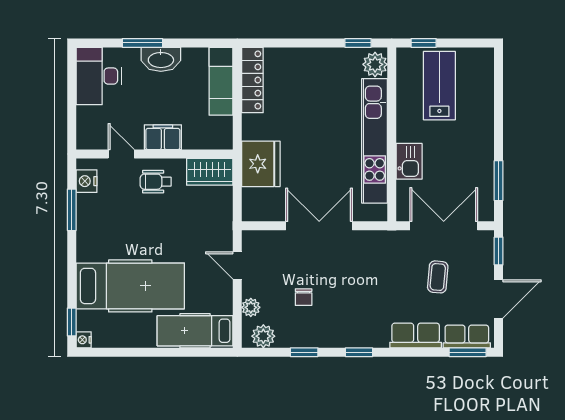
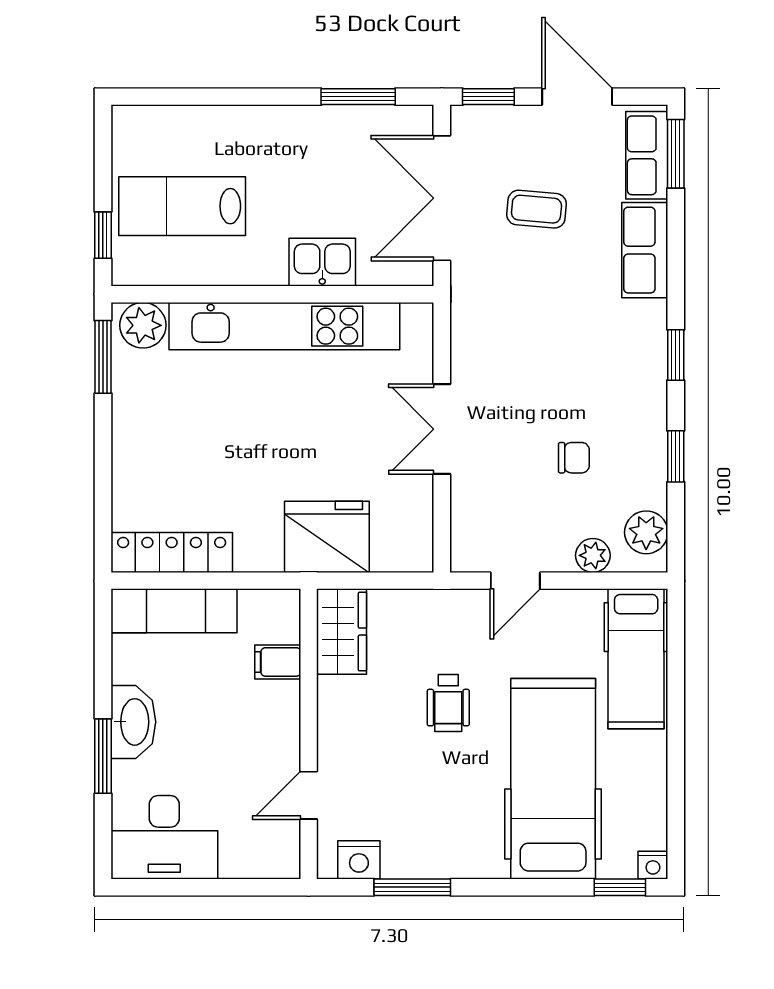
window: (358, 43) -> (103, 357), width x1.50
filing cabinet: (163, 137) -> (278, 662), moved, width x0.50
wheelchair: (156, 182) -> (448, 703), moved
double door: (319, 226) -> (442, 429), width x0.73

